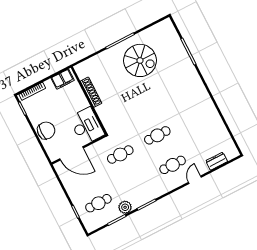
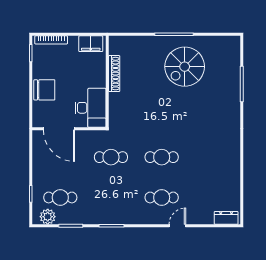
spiral stairs: (140, 60) -> (185, 67), turned 90
dresser: (217, 161) -> (226, 218), moved
plant: (125, 207) -> (48, 217), moved

